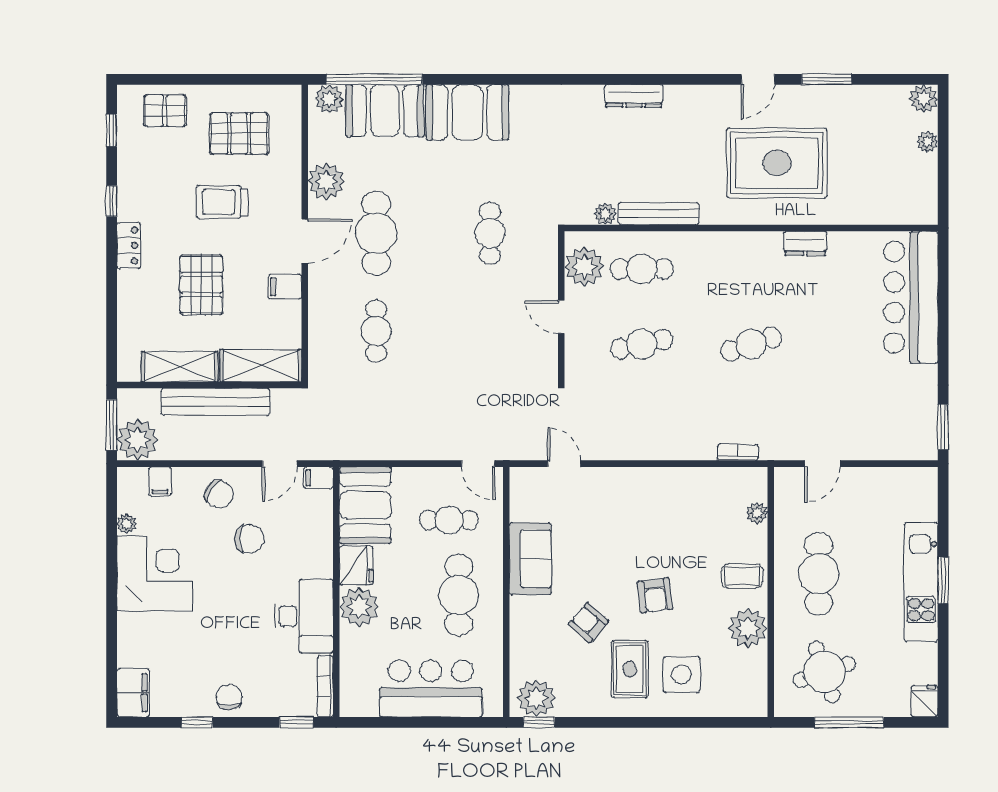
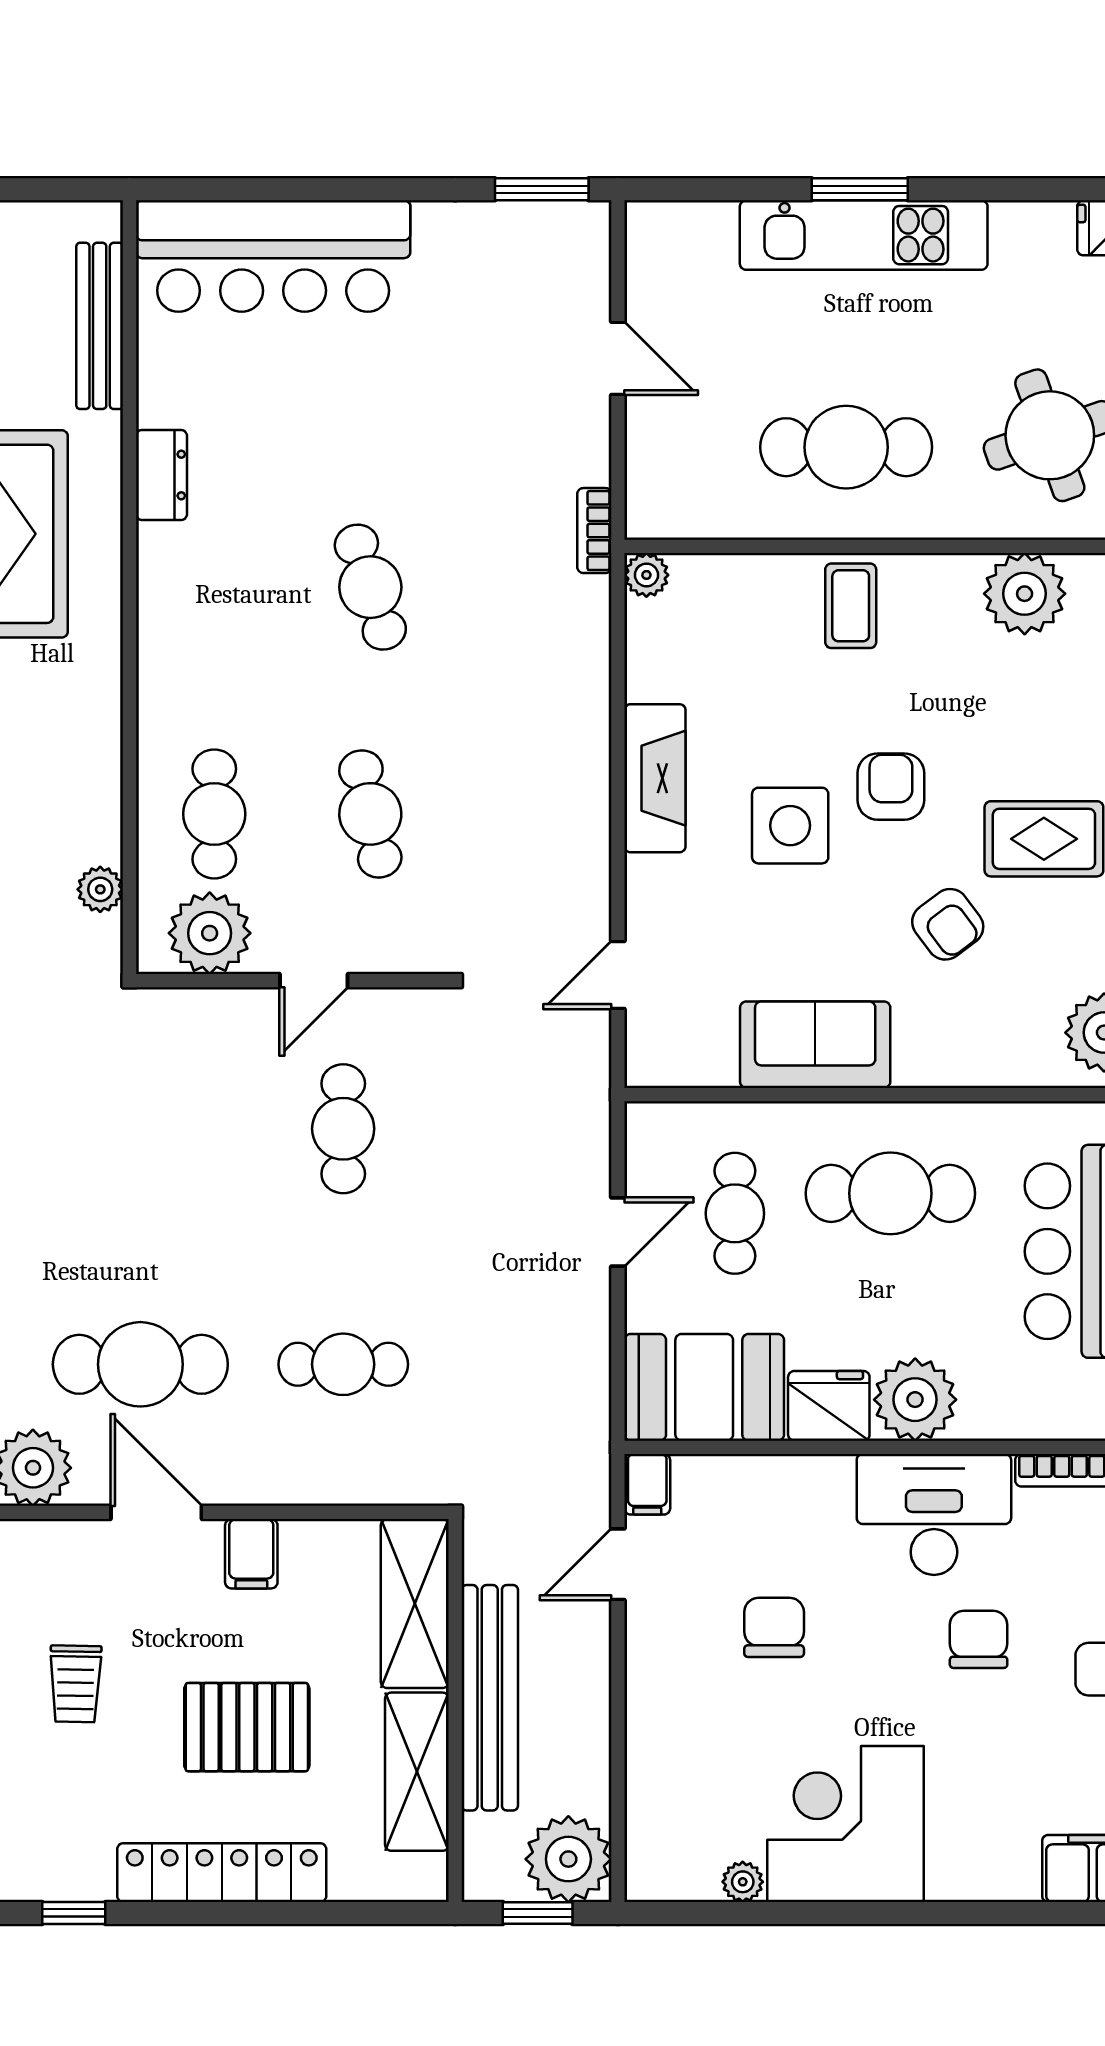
trolley: (222, 202) -> (76, 1684), width x0.73, depth x0.72
bench: (659, 214) -> (100, 326), moved
cafe table: (490, 233) -> (343, 1129), moved, turned 90
locker: (129, 246) -> (222, 1873), width x2.16, depth x1.21
window: (112, 425) -> (538, 1913), width x0.67
bookcase: (738, 452) -> (594, 531), moved
door: (280, 464) -> (618, 1564), swing flipped
door: (478, 464) -> (618, 1232), moved
door: (822, 464) -> (618, 358), moved
filing cabinet: (160, 481) -> (655, 1813), removed
fireplace: (659, 481) -> (655, 778), added
chair: (219, 494) -> (979, 1639), moved, turned -35
plant: (757, 513) -> (646, 575), moved
armchair: (655, 595) -> (891, 787), turned -83
armchair: (589, 623) -> (948, 924), turned -78
plant: (748, 628) -> (1025, 594), moved
side table: (681, 674) -> (790, 826), moved

